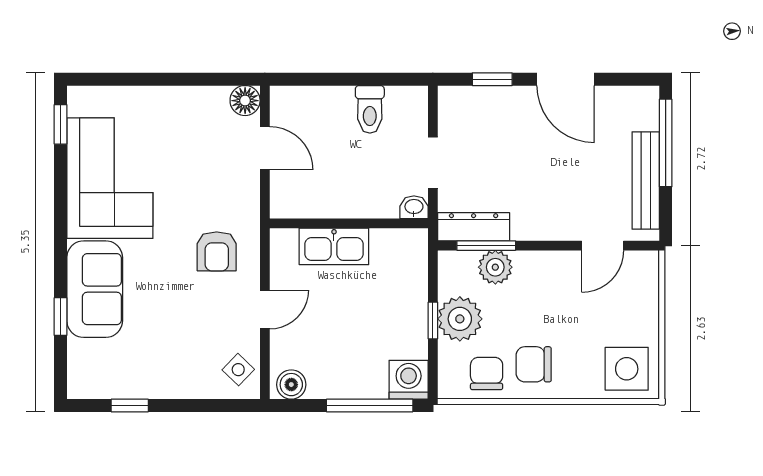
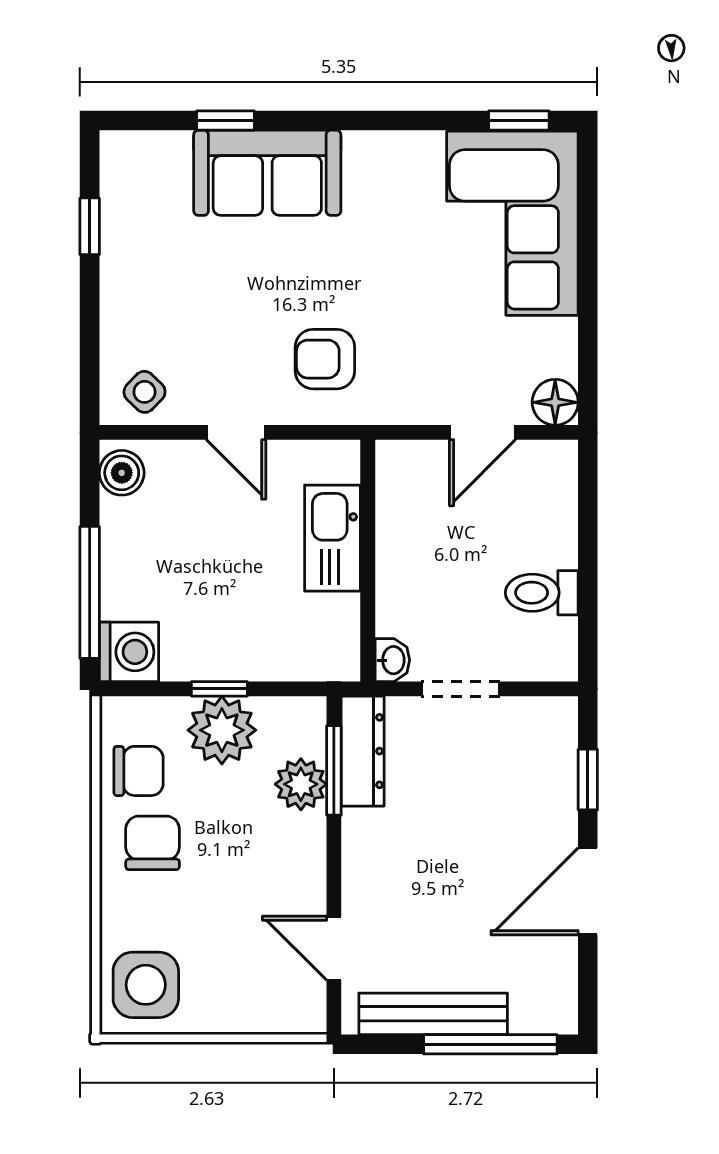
corner sofa: (110, 178) -> (512, 223), moved, turned 90

